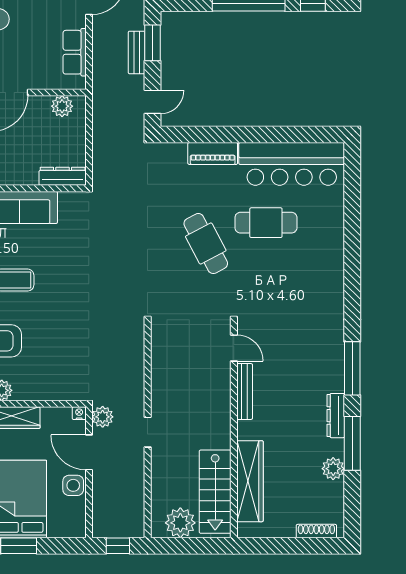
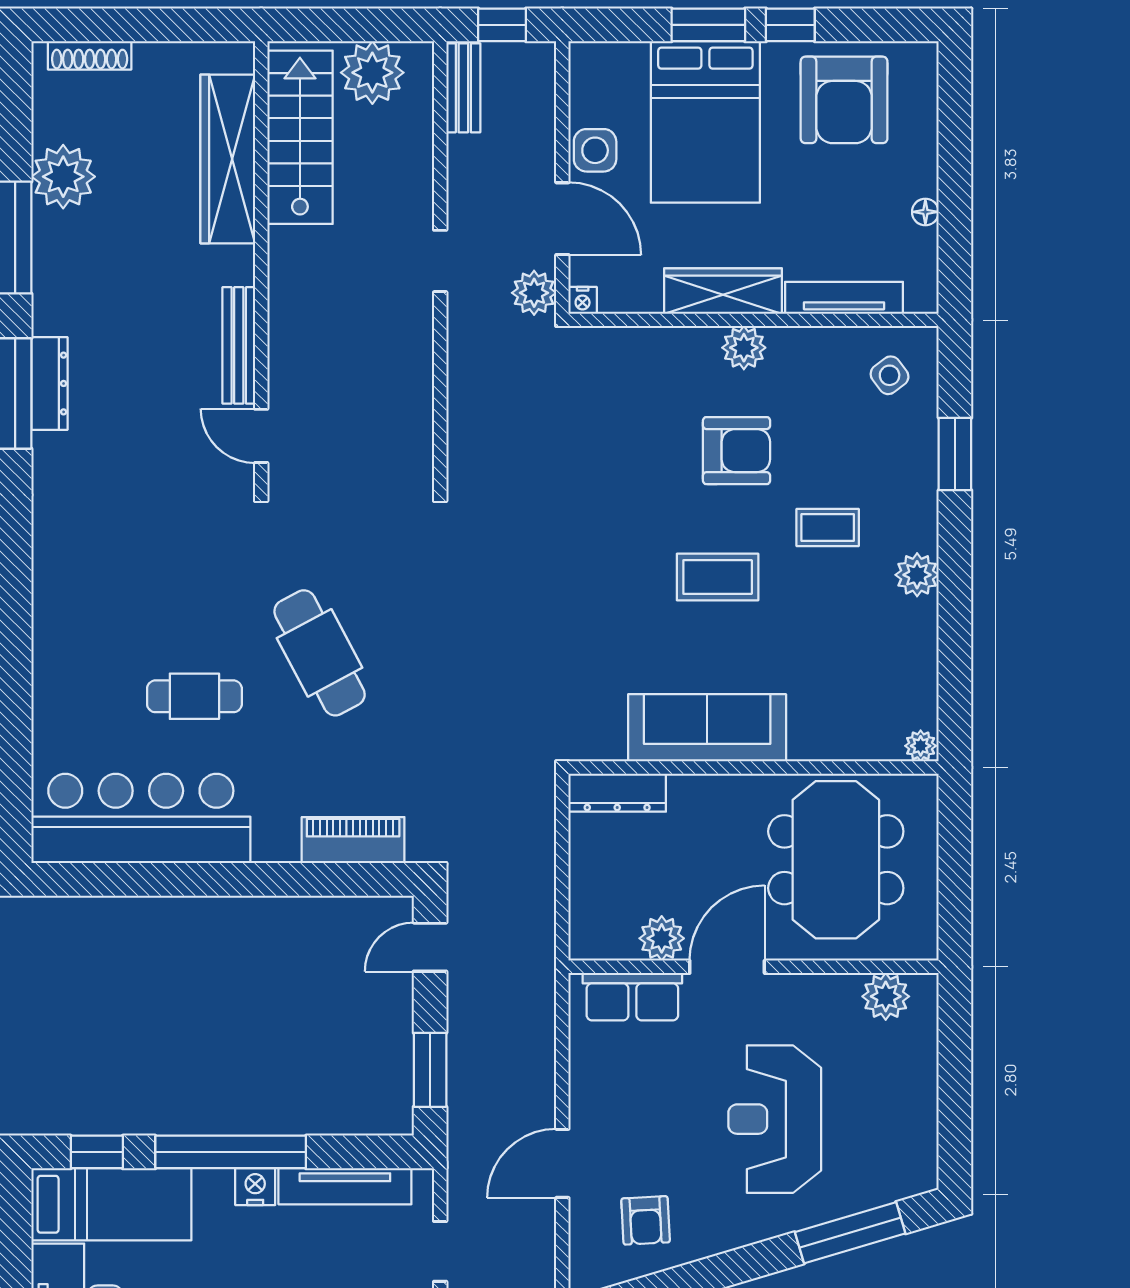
row of seats: (75, 52) -> (632, 997), moved, turned 90
bench: (137, 52) -> (463, 88), moved
plant: (62, 106) -> (662, 938), moved
piano: (213, 153) -> (353, 840), moved
cafe table: (266, 223) -> (194, 696), width x0.73, depth x0.74
dresser: (336, 416) -> (49, 383), moved
plant: (333, 469) -> (63, 177), width x1.36, depth x1.36

